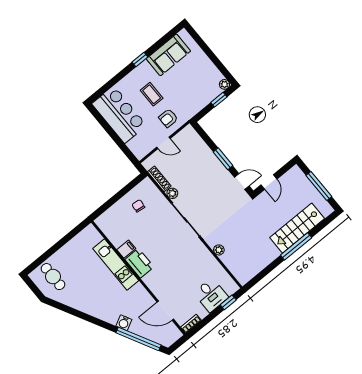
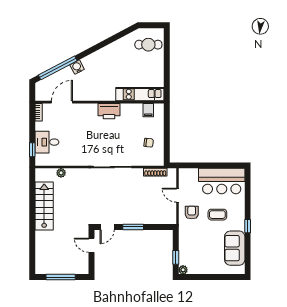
door: (163, 143) -> (178, 195), hinge flipped
plant: (172, 193) -> (138, 173), removed
stairs: (297, 228) -> (44, 206), moved
window: (296, 246) -> (32, 227), removed
filing cabinet: (126, 249) -> (148, 110), moved
plant: (219, 250) -> (61, 173), moved
kitchen unit: (116, 265) -> (140, 94), moved

